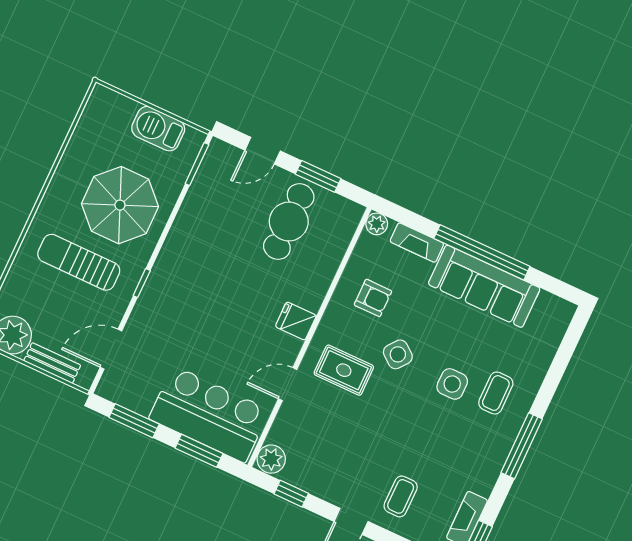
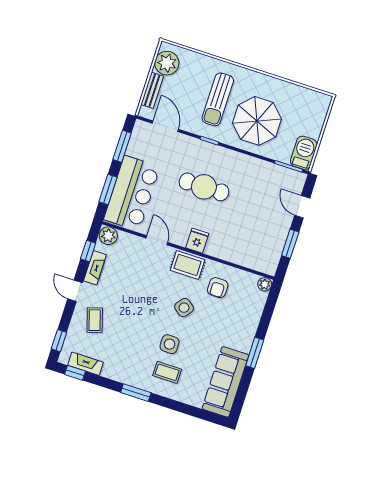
barbecue: (158, 129) -> (304, 153), moved
cafe table: (289, 222) -> (204, 187), moved
fireplace: (417, 243) -> (95, 268), moved, turned 180
window: (482, 252) -> (255, 353), width x0.47
sun lounger: (79, 262) -> (218, 99), turned 180
sofa: (484, 286) -> (225, 382), moved
rug: (344, 370) -> (188, 265), moved, turned 90
window: (522, 446) -> (136, 393), width x0.69
coffee table: (401, 496) -> (95, 320), turned 73

